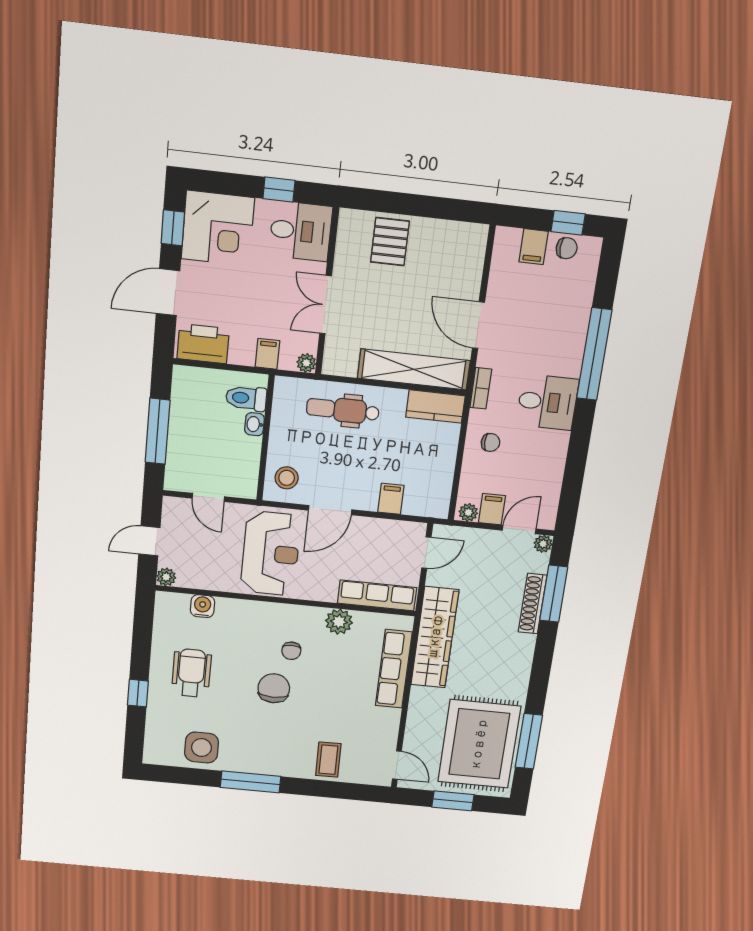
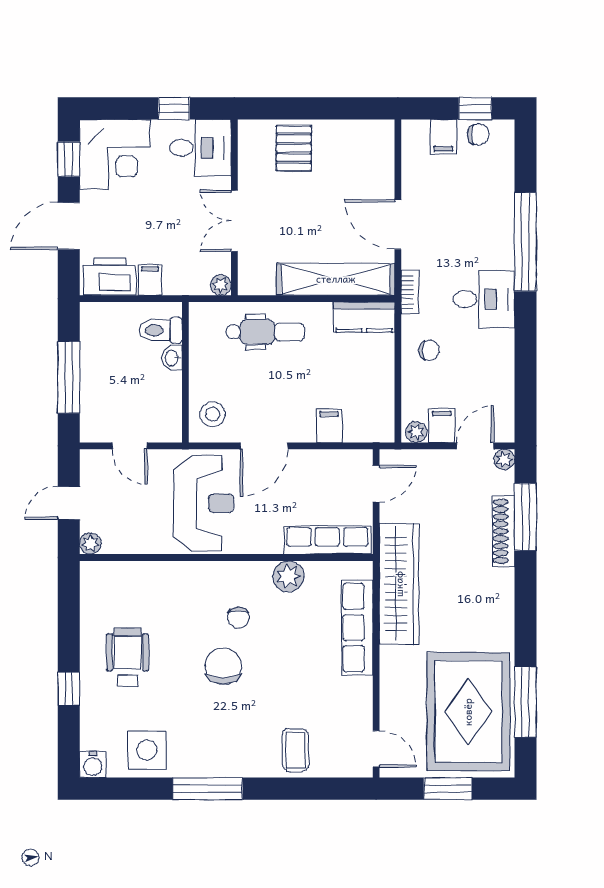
filing cabinet: (267, 354) -> (150, 280), moved
dental chair: (343, 410) -> (265, 332), turned 180
water cooler: (202, 606) -> (93, 765), moved, turned 180

